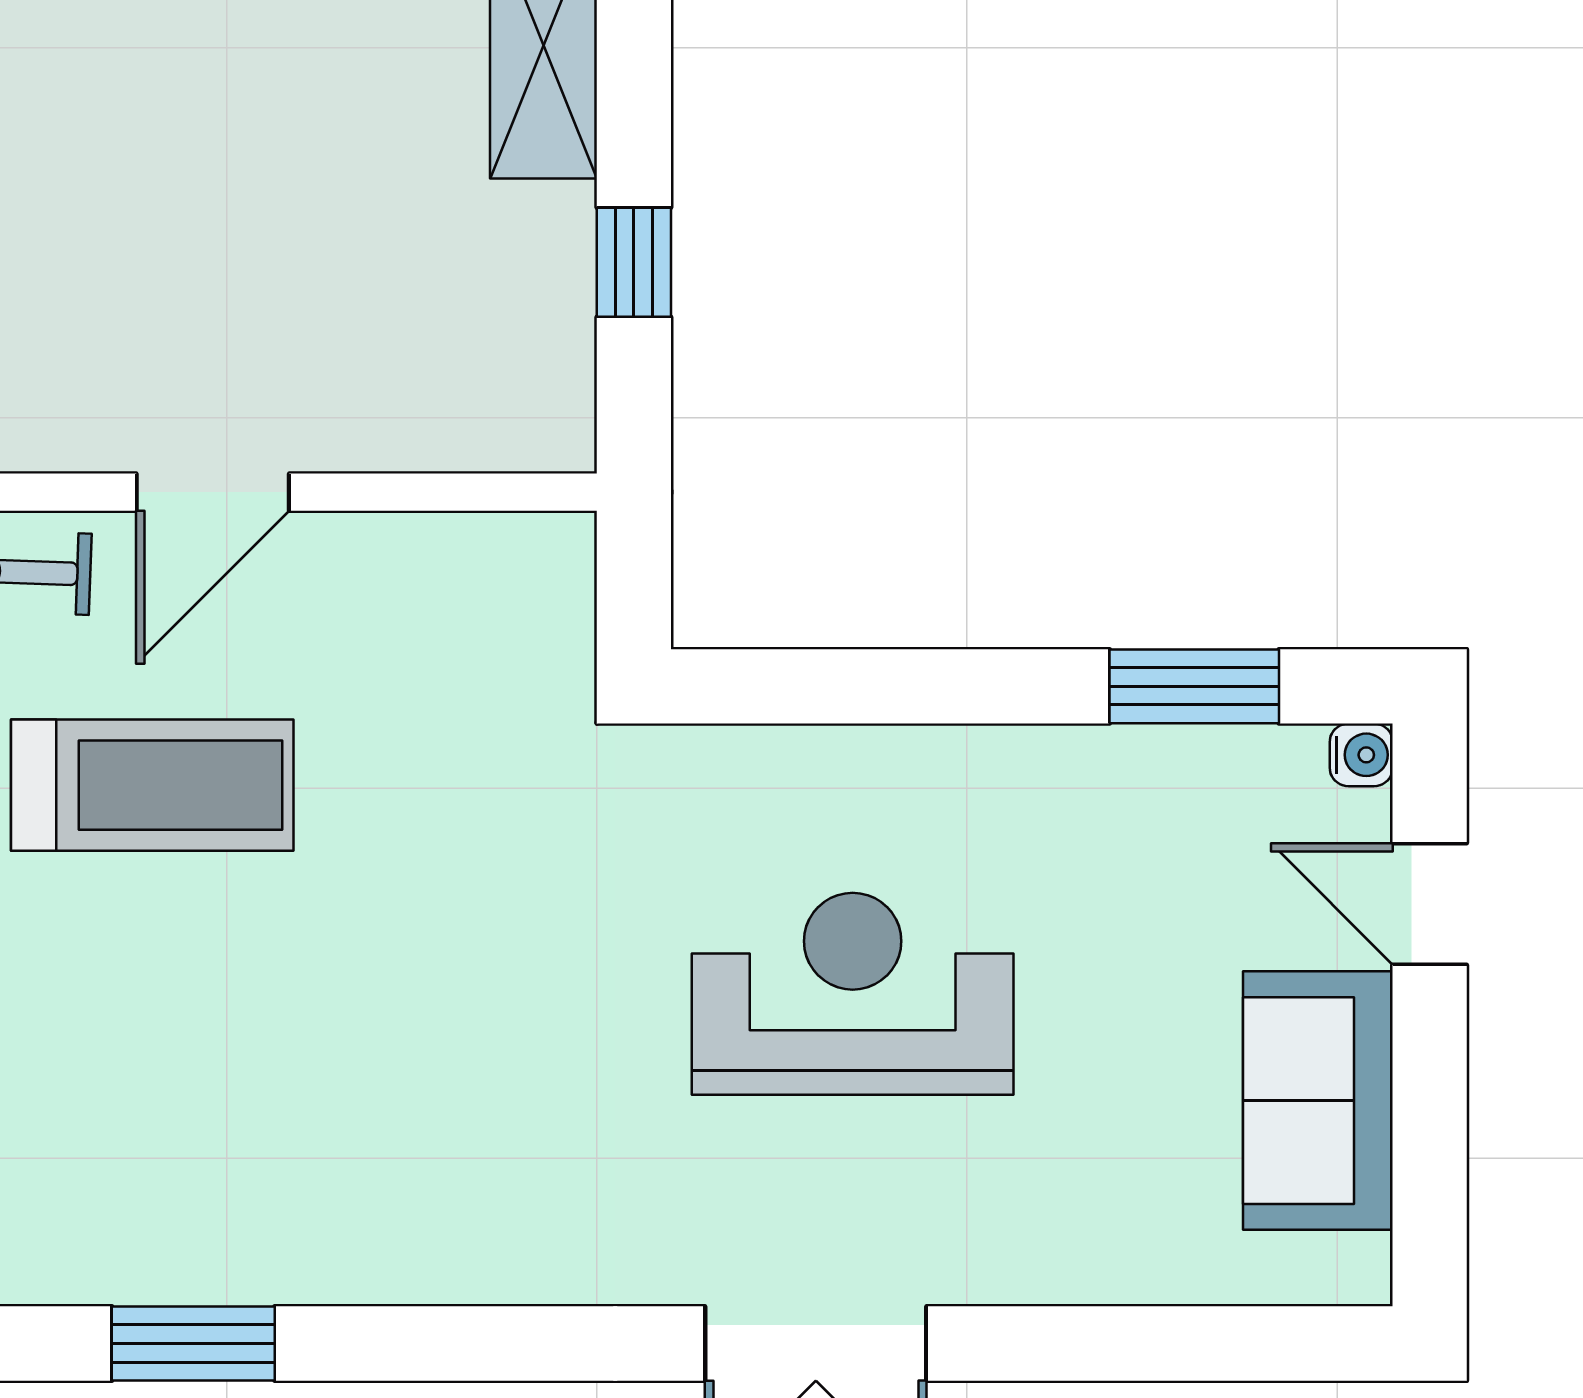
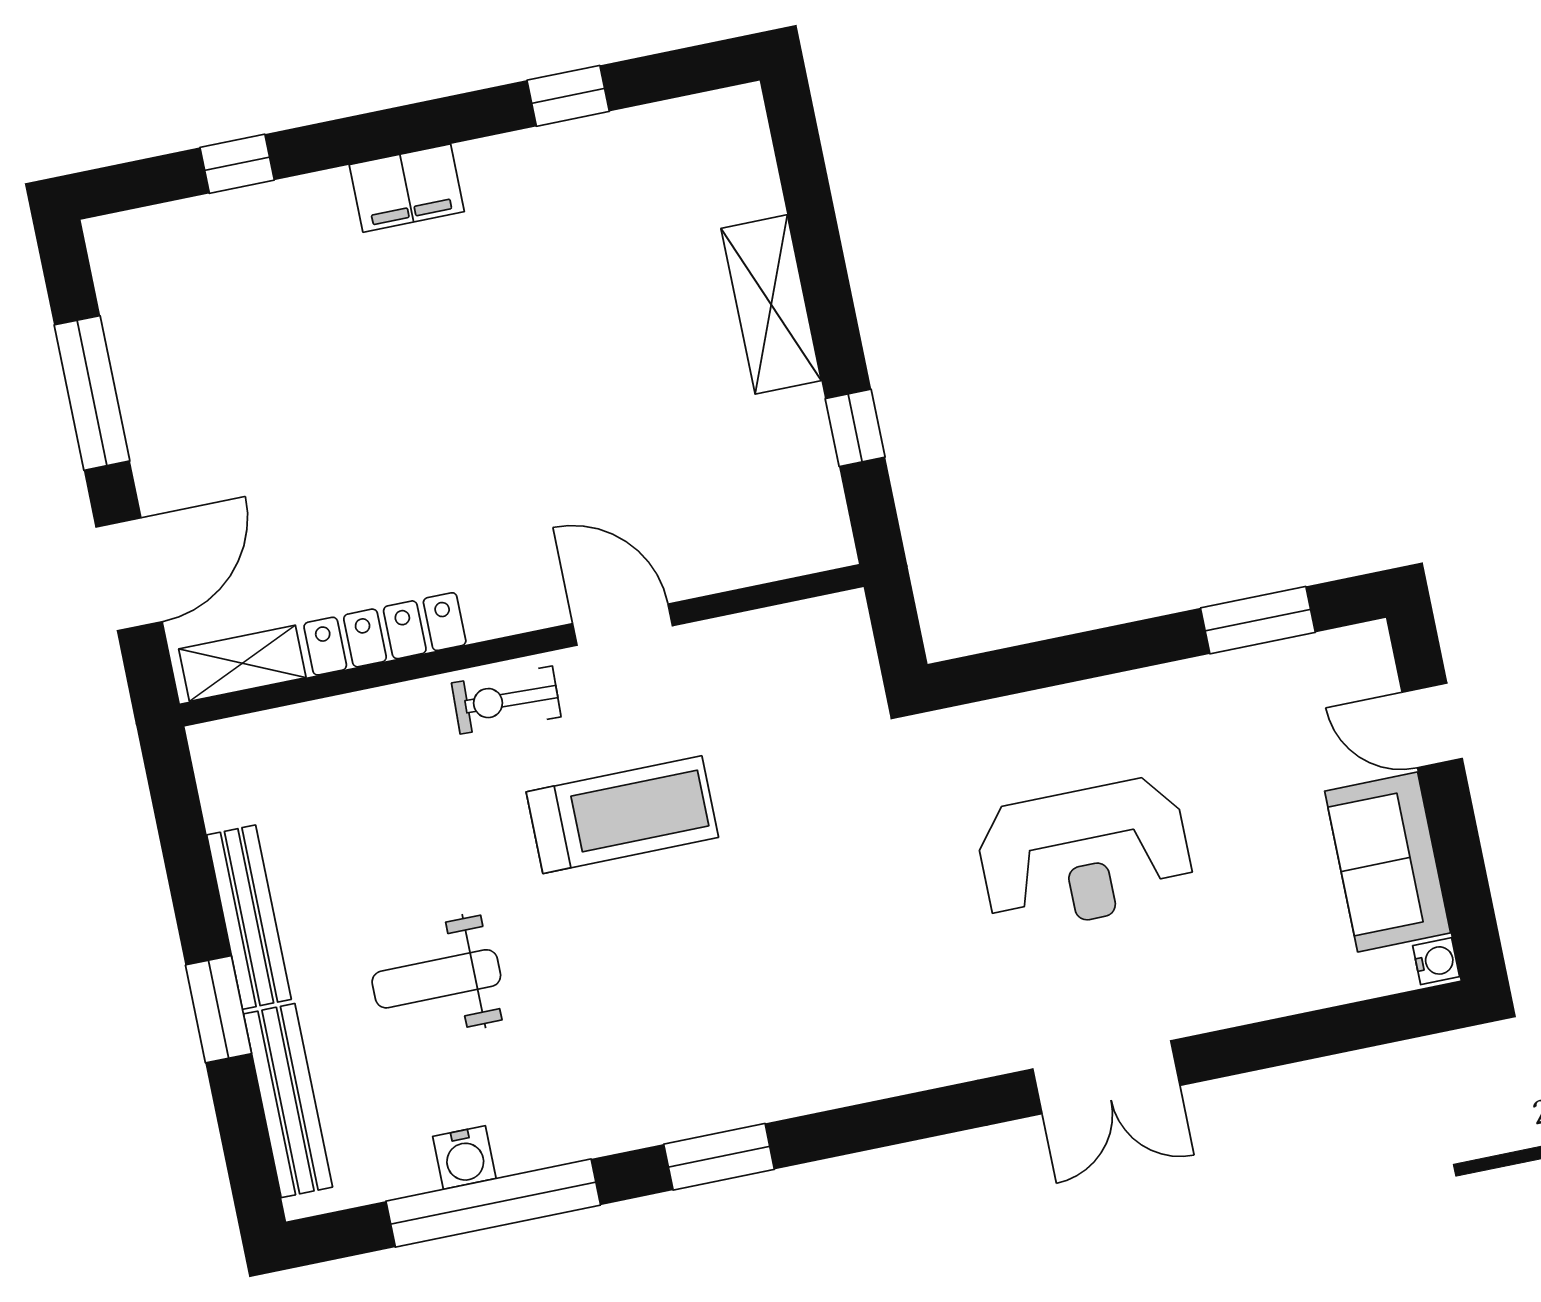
door: (213, 492) -> (623, 625), swing flipped
water cooler: (1361, 755) -> (1436, 961), moved
reception desk: (853, 994) -> (1085, 855), turned 180

